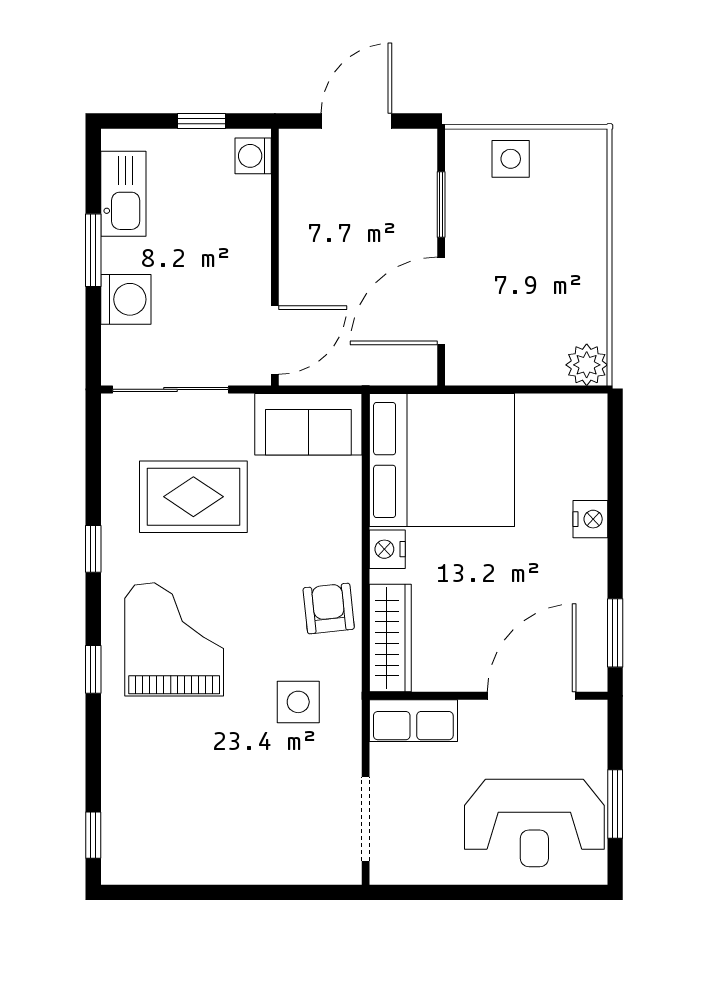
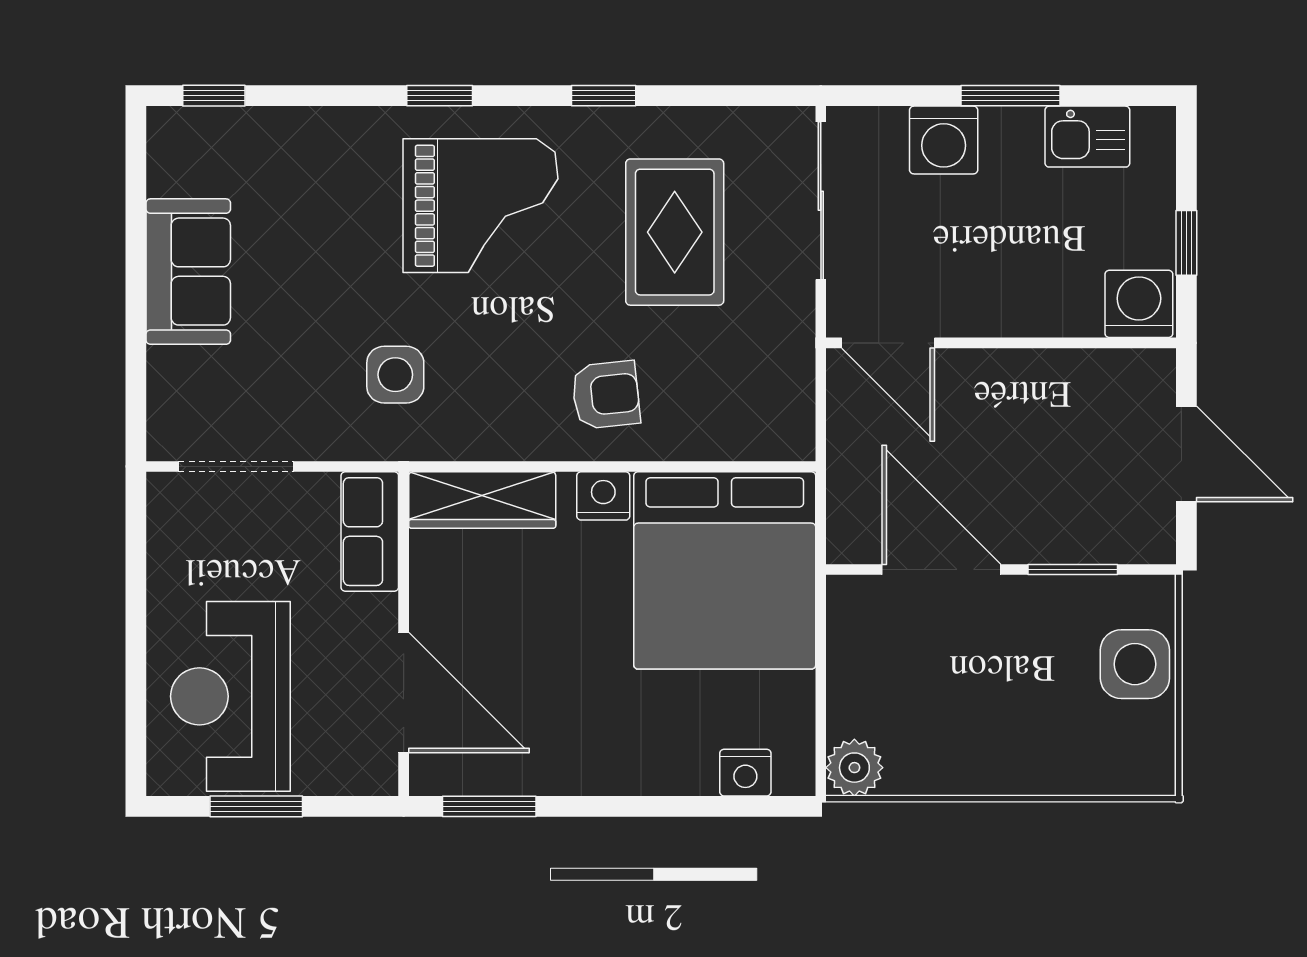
washing machine: (253, 156) -> (1139, 304), width x1.38, depth x1.38
side table: (511, 159) -> (1135, 664), width x1.37, depth x1.37
kitchen sink: (123, 194) -> (1087, 137), width x0.73
sofa: (308, 424) -> (188, 272), moved, turned 180
nightstand: (590, 519) -> (745, 773), moved
armchair: (329, 608) -> (606, 395), moved

